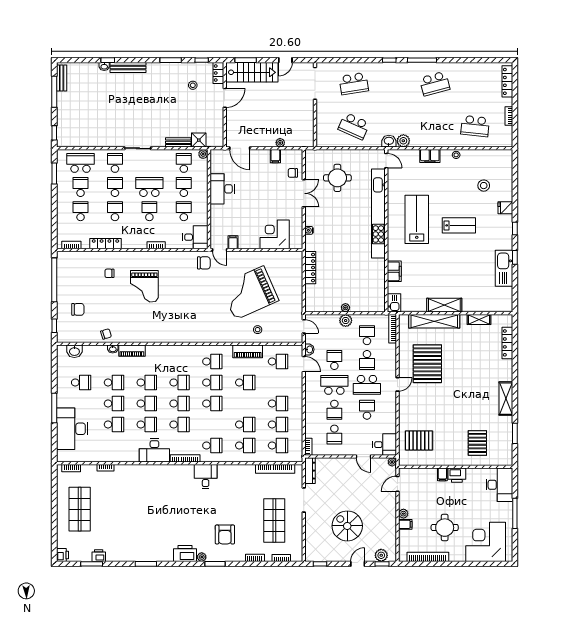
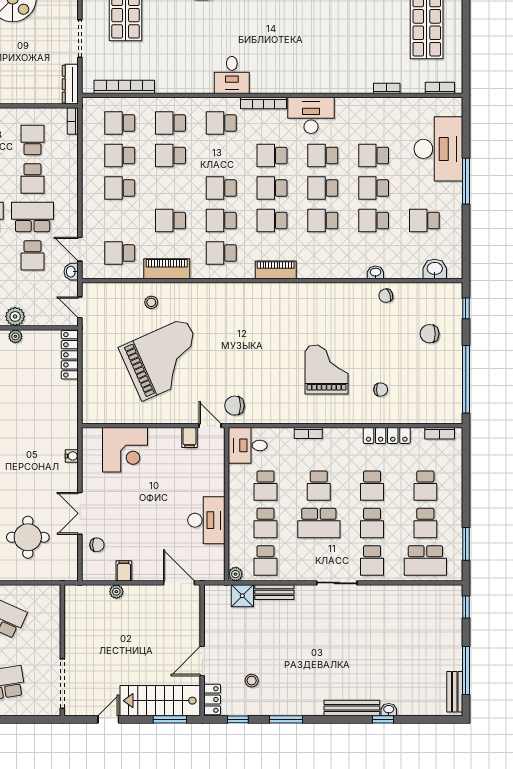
locker: (310, 268) -> (70, 355), moved
piano: (132, 351) -> (276, 270), moved
school desk: (334, 385) -> (33, 217), turned 180
school desk: (334, 410) -> (33, 178), turned 180

